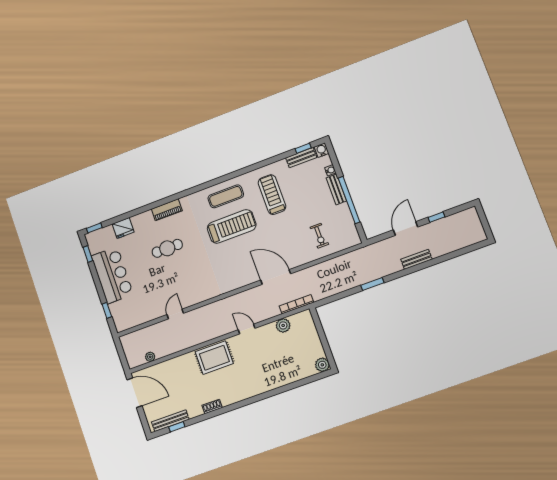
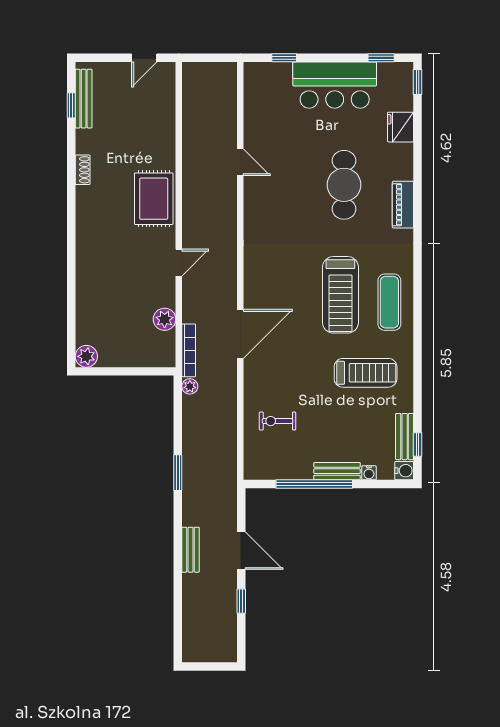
cafe table: (167, 248) -> (344, 185), width x1.37, depth x1.35
plant: (150, 357) -> (190, 386), moved
door: (134, 393) -> (144, 58), width x0.53

